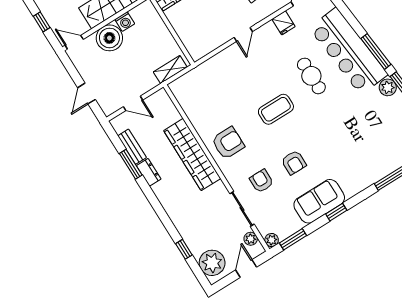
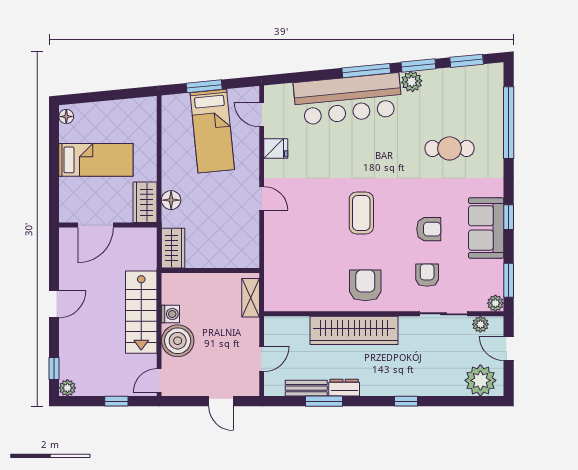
cafe table: (311, 76) -> (450, 148), moved
armchair: (261, 181) -> (427, 275), turned 90
window: (184, 249) -> (406, 401), moved

